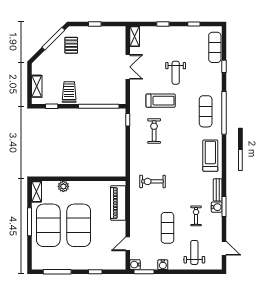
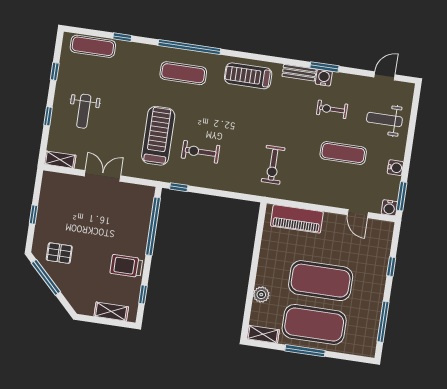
weight bench: (176, 73) -> (84, 111), moved, turned 90
treadmill: (161, 101) -> (158, 136), width x1.37, depth x1.38

